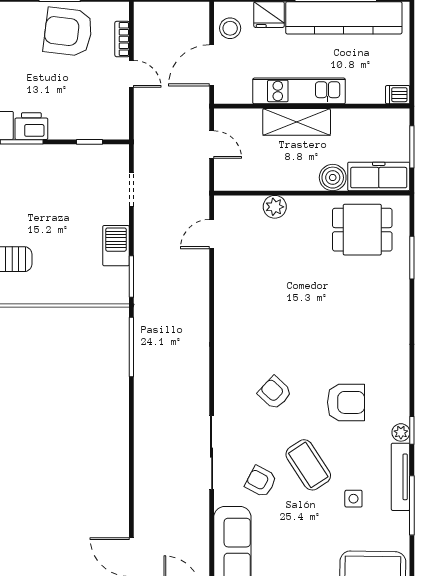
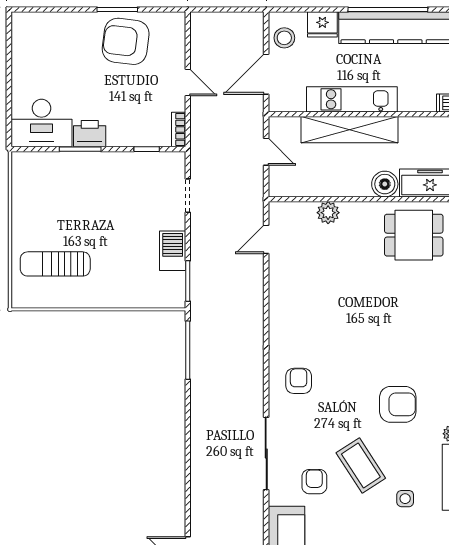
bookcase: (122, 39) -> (179, 130), moved
shelving: (297, 122) -> (349, 130), width x1.47
armchair: (275, 393) -> (299, 381), moved, turned 47
armchair: (261, 481) -> (314, 482), turned 62

